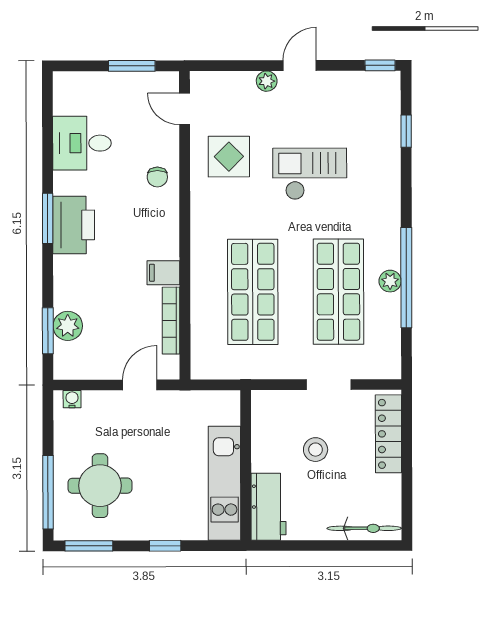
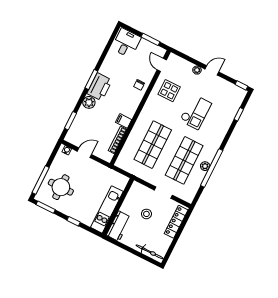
desk: (82, 143) -> (126, 43), moved, turned 90
checkout: (310, 174) -> (196, 112), turned 90
plant: (68, 326) -> (89, 102), moved
door: (140, 385) -> (84, 153), moved

